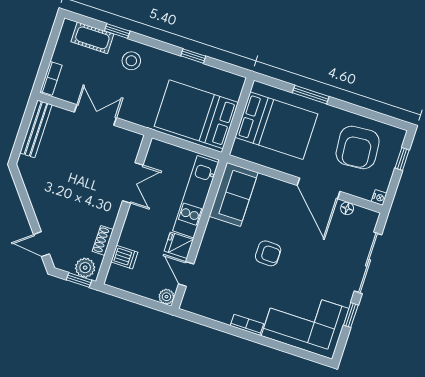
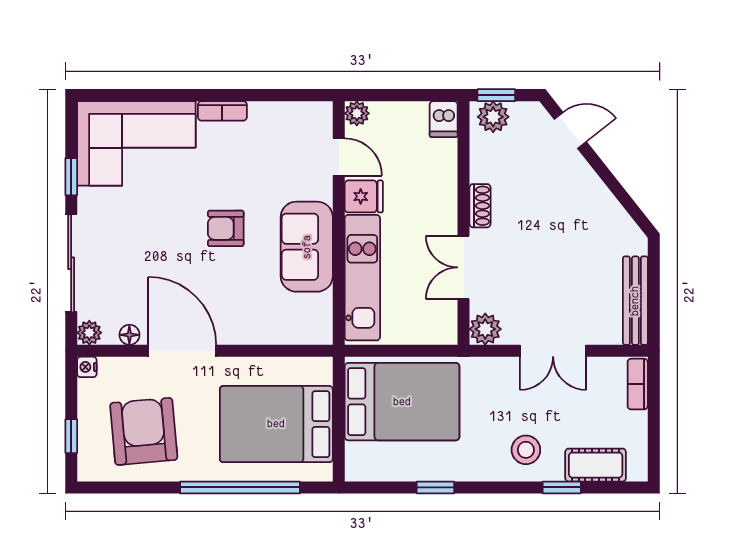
window: (311, 95) -> (240, 487), width x2.11
plant: (132, 141) -> (485, 329), added
sofa: (234, 194) -> (307, 247), moved
plant: (371, 218) -> (89, 333), added
shoe rack: (103, 240) -> (480, 206), moved
dishwasher: (124, 257) -> (444, 119), moved, turned -90

